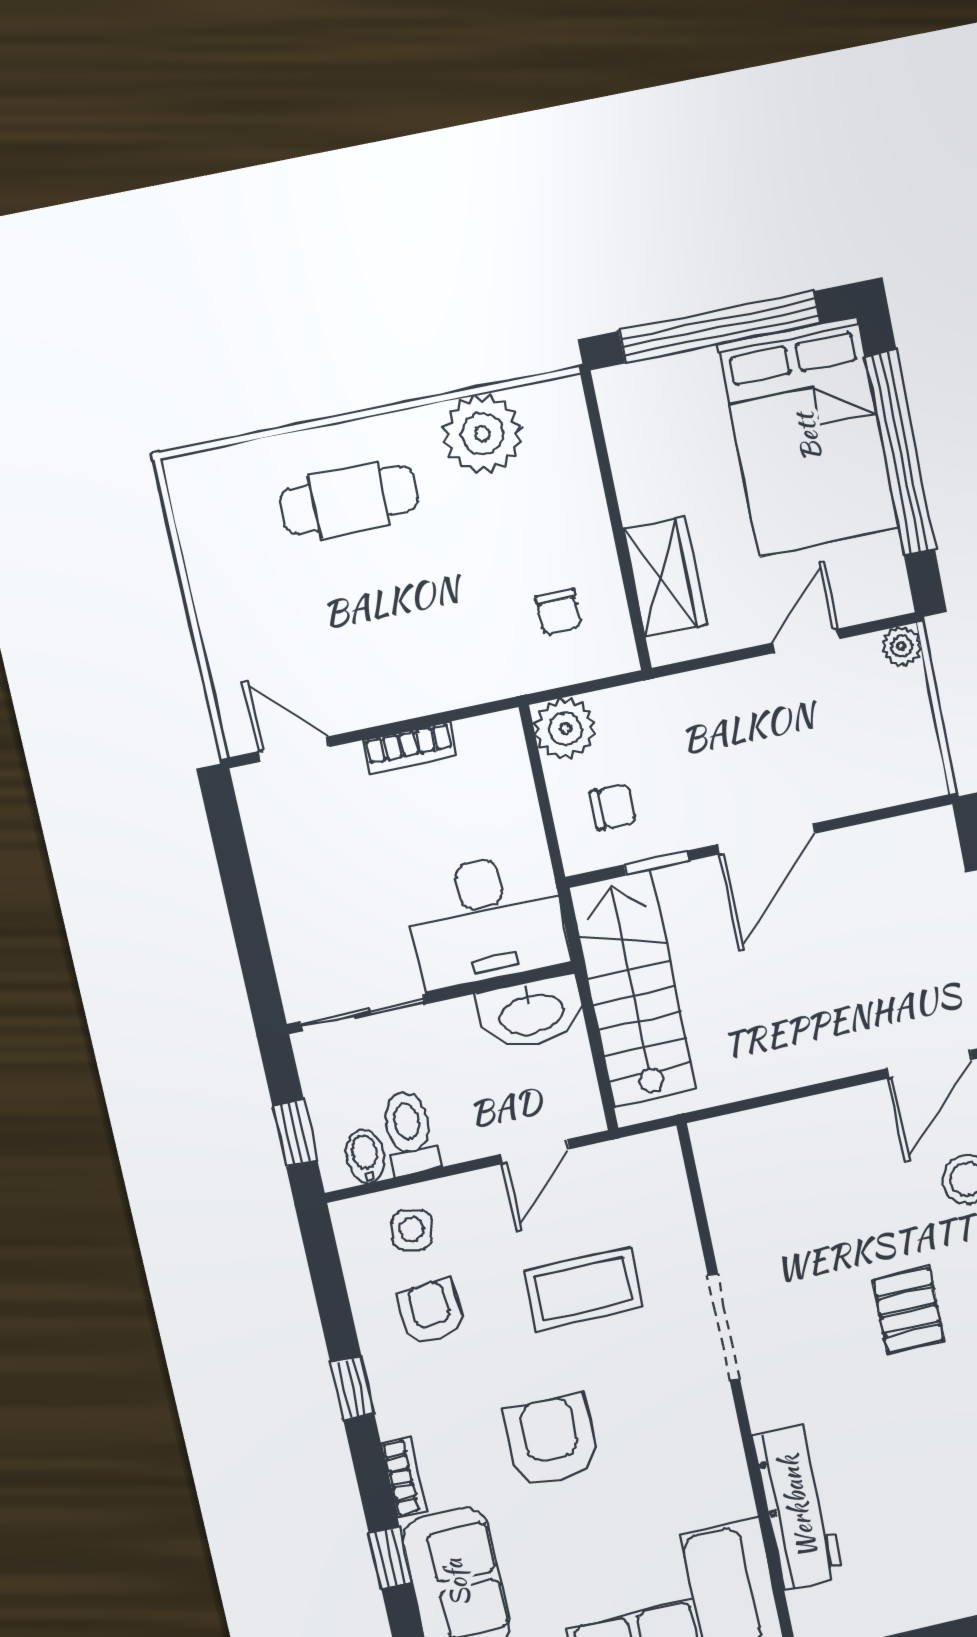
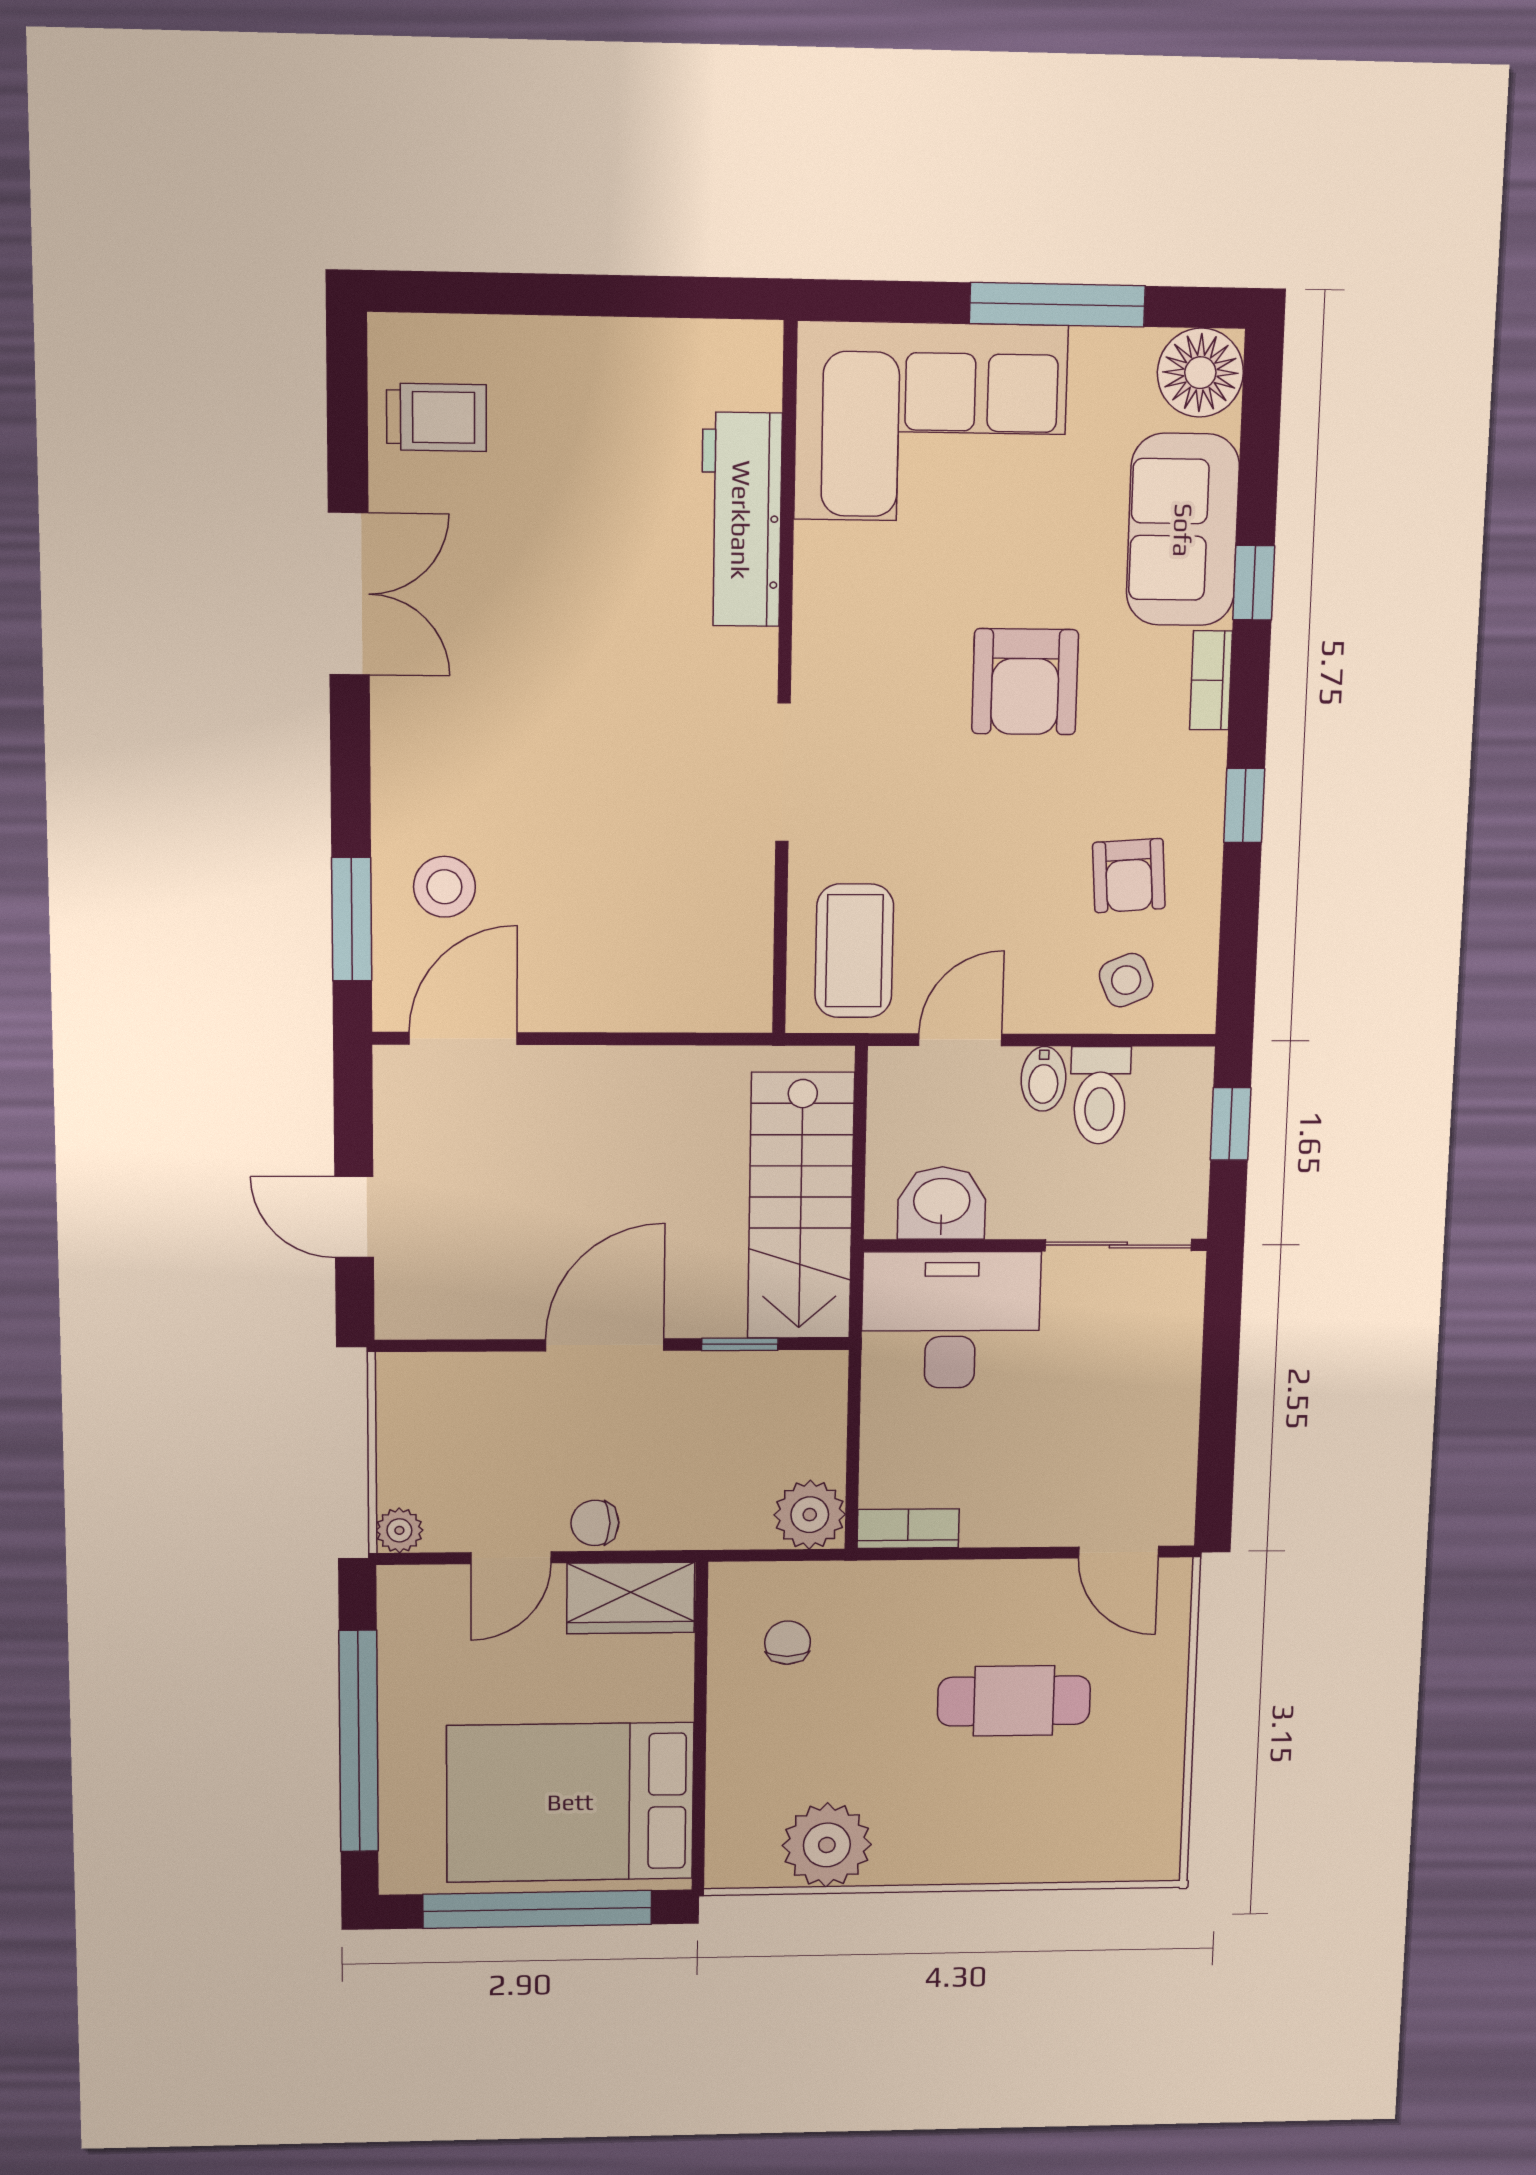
bed: (808, 437) -> (570, 1802), moved, turned -90
cafe table: (349, 500) -> (1014, 1701), moved
wardrobe: (665, 577) -> (631, 1598), moved, turned -90
bookcase: (410, 748) -> (908, 1529), moved
chair: (613, 807) -> (595, 1523), moved
washbasin: (531, 1013) -> (942, 1203), width x0.72
bidet: (365, 1156) -> (1043, 1079), moved
side table: (412, 1230) -> (1126, 980), turned -35
coffee table: (583, 1288) -> (854, 951), moved, turned 90
pallet: (908, 1310) -> (550, 739), removed

